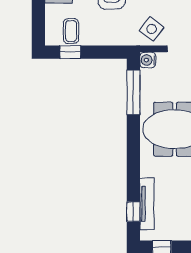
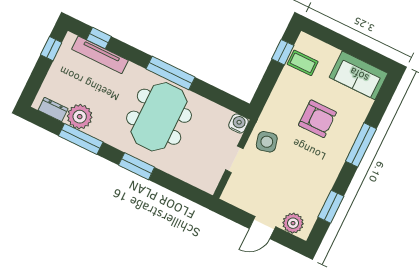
side table: (152, 29) -> (267, 142), turned 38
window: (133, 92) -> (170, 73), moved

